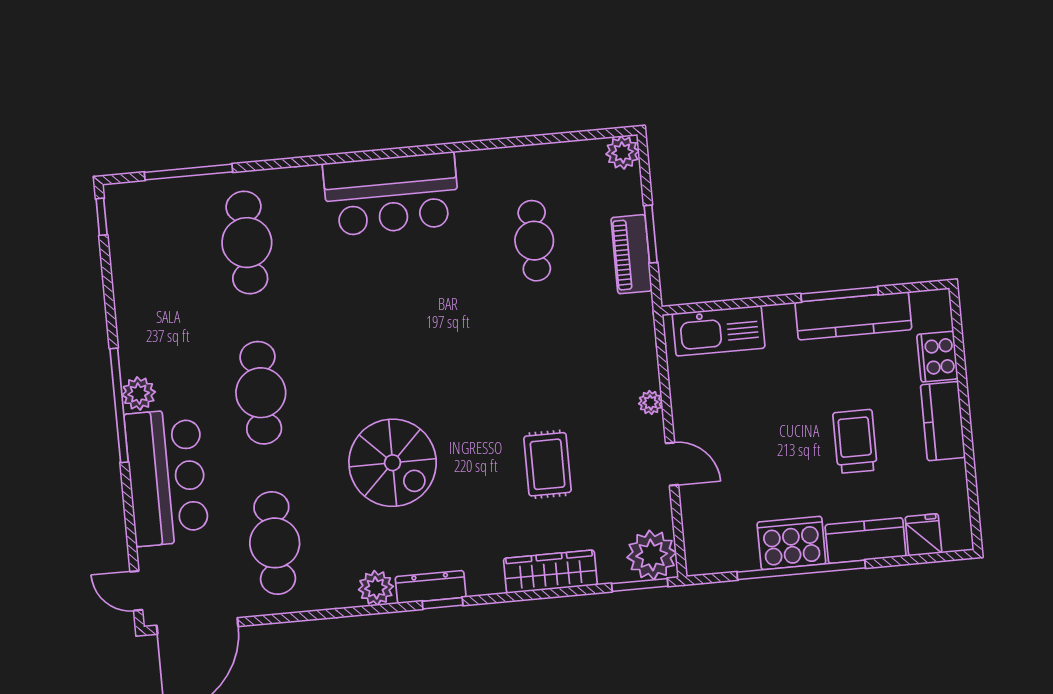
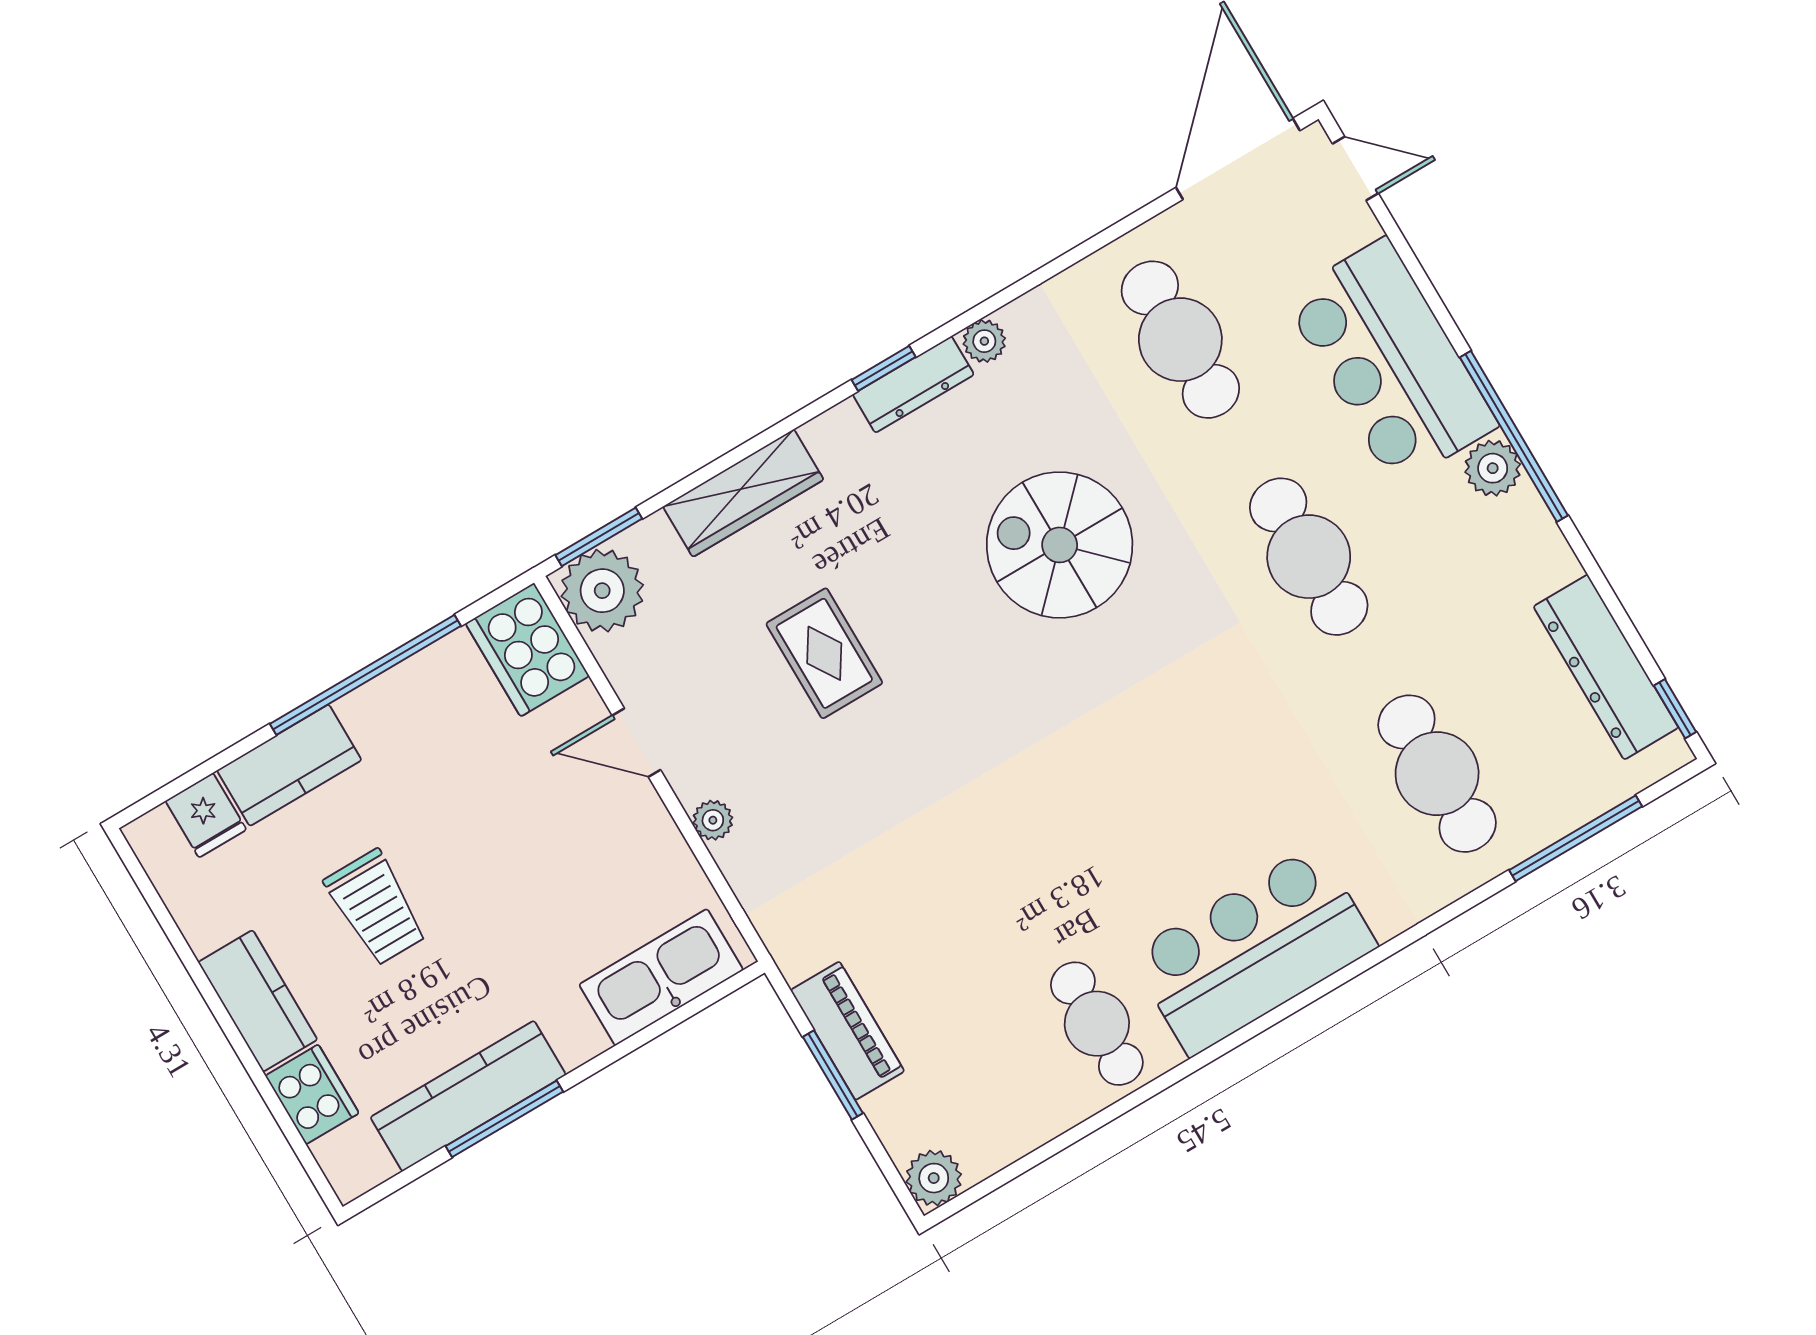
cafe table: (534, 241) -> (1097, 1024), moved
dresser: (128, 257) -> (1606, 667), added
cooker: (791, 543) -> (527, 650), moved, turned 90
plant: (376, 588) -> (984, 341), width x0.73, depth x0.73

